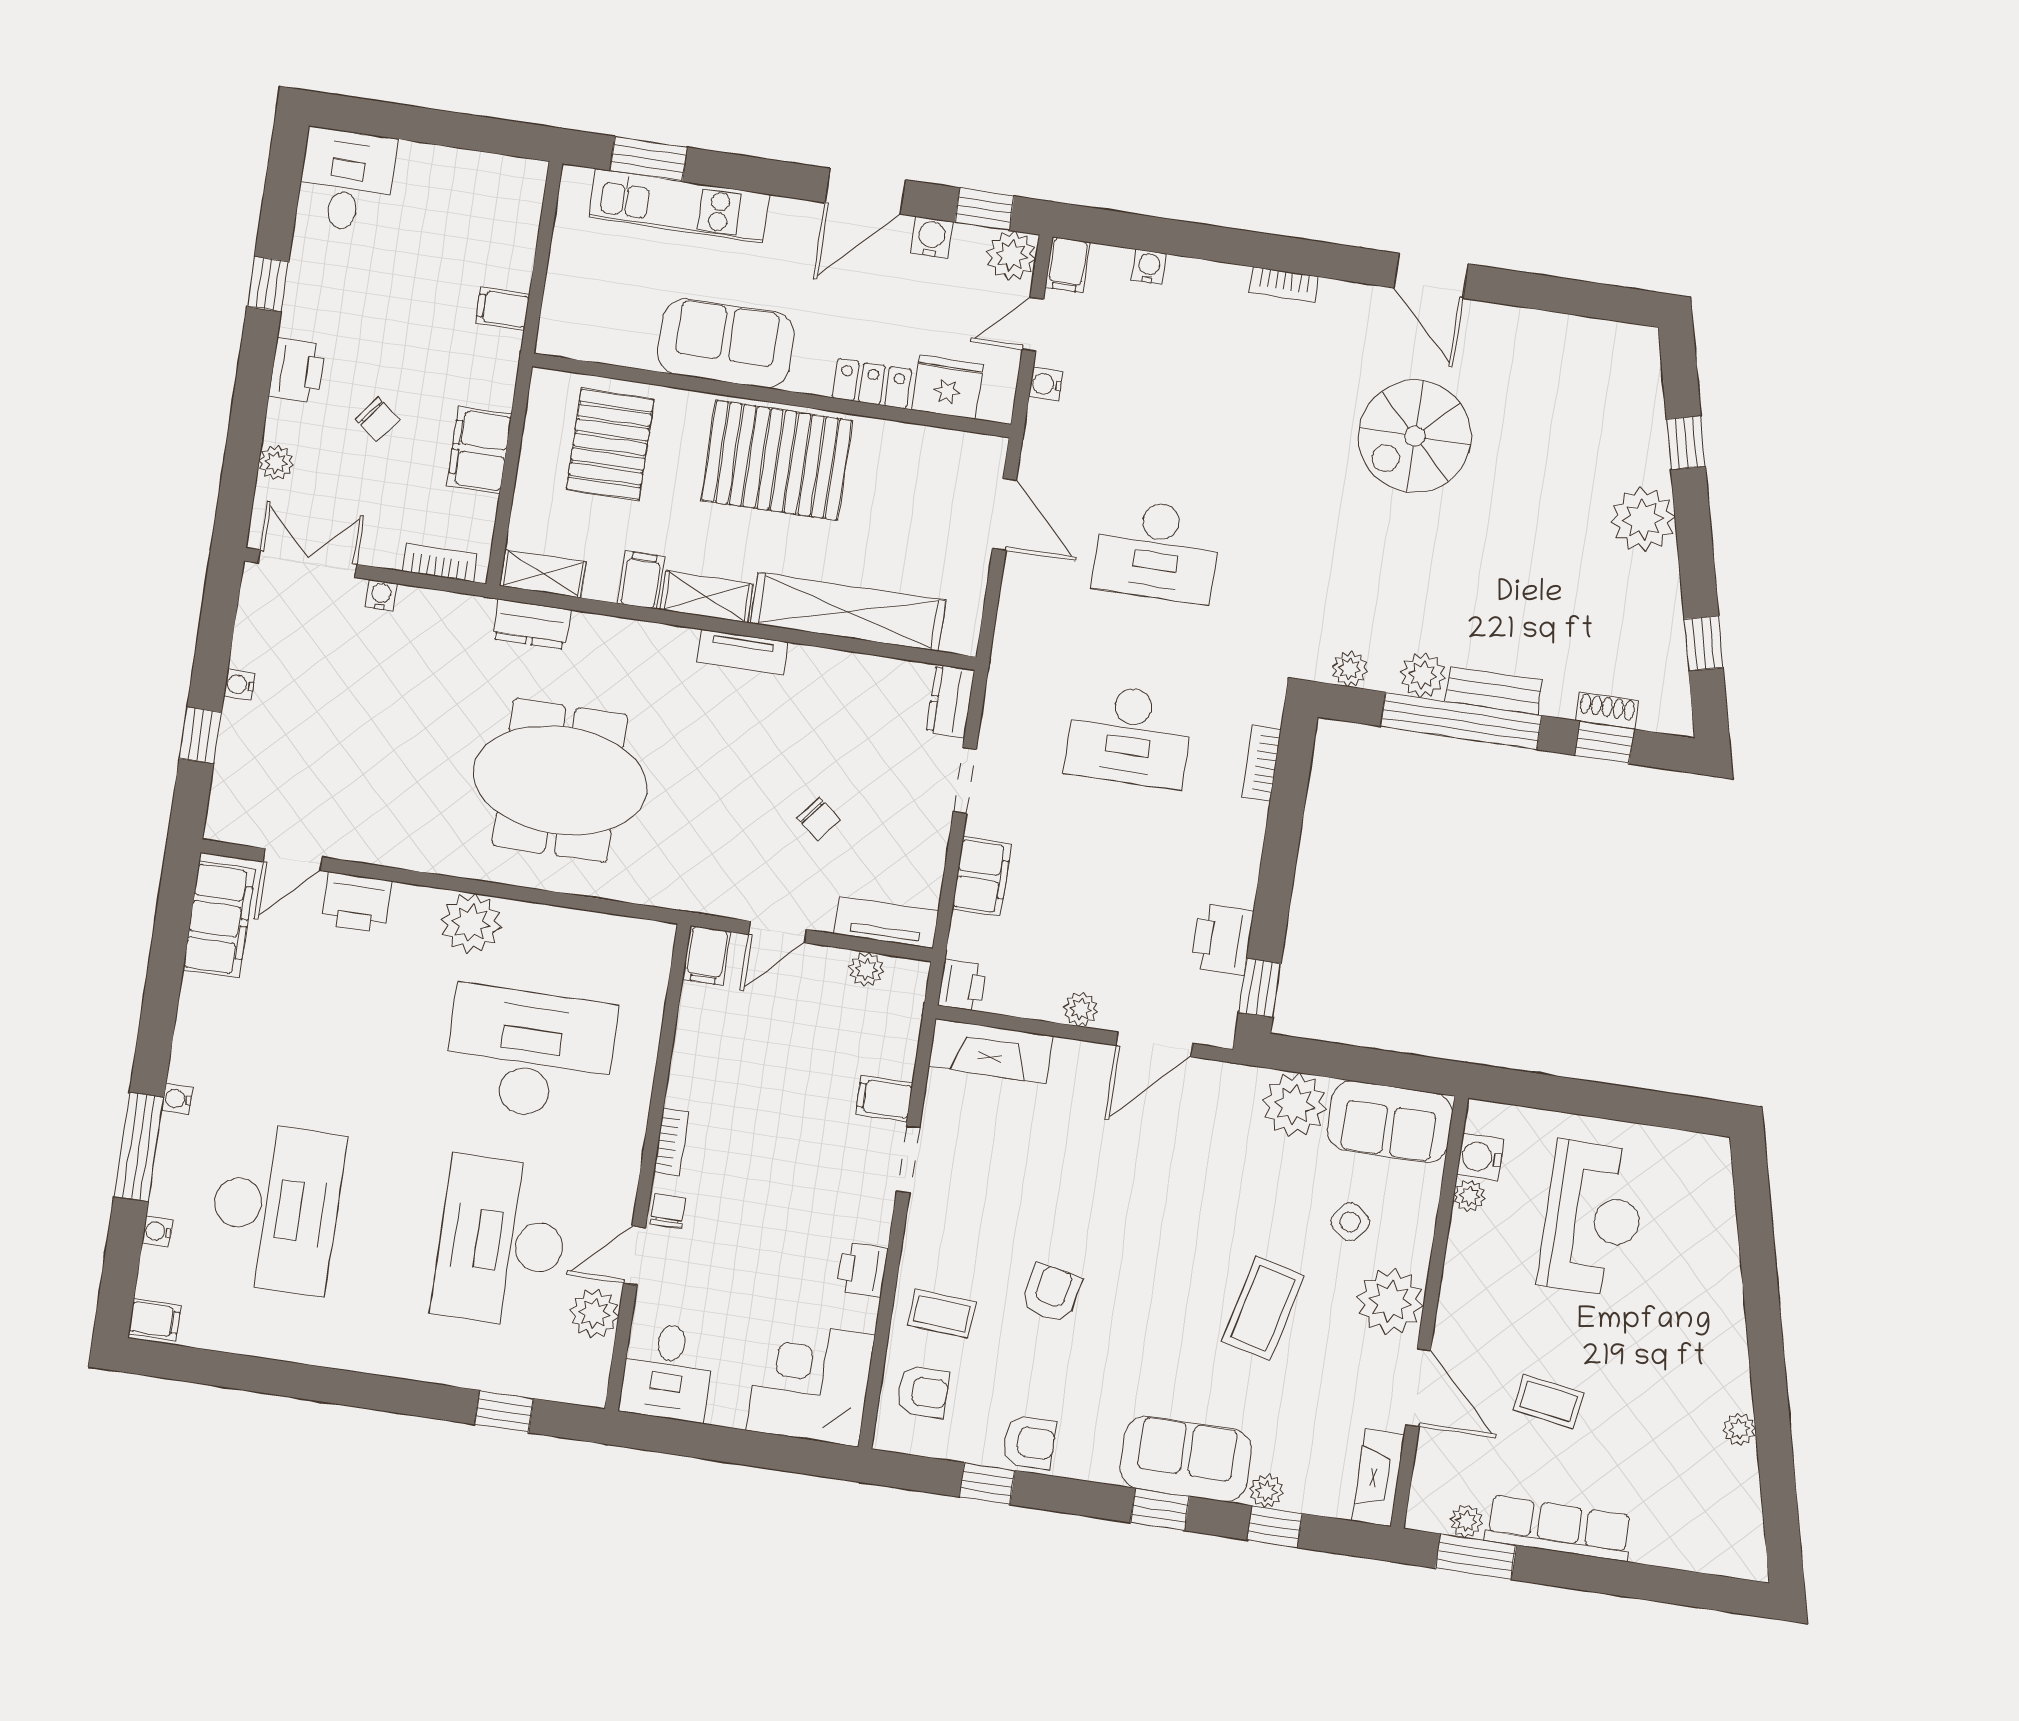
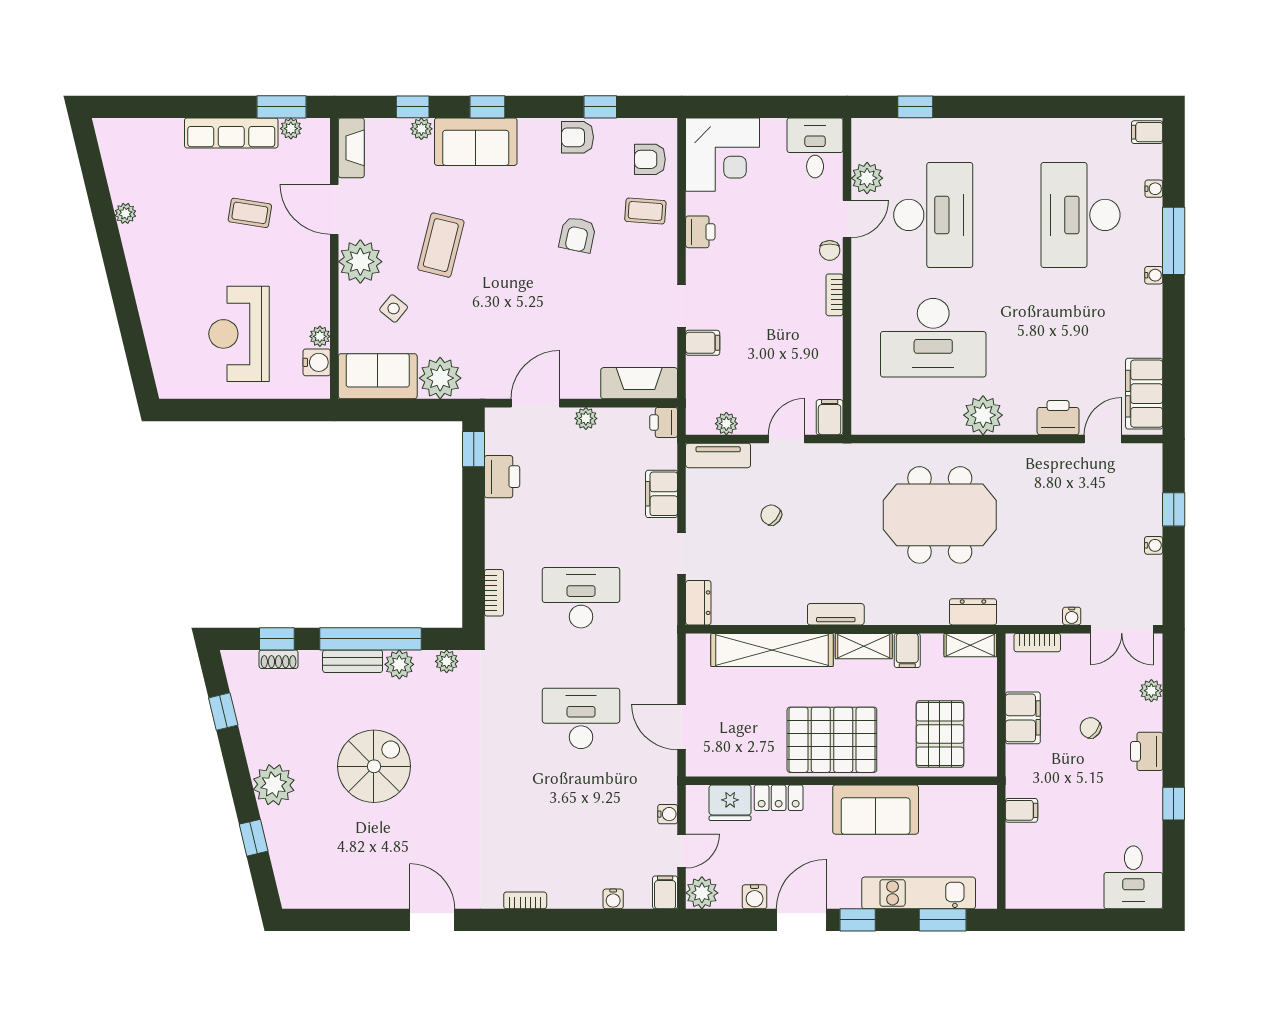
window: (984, 209) -> (858, 920), moved
spiral stairs: (1415, 436) -> (374, 766), moved

